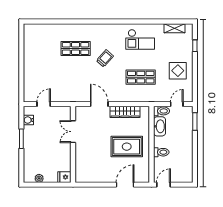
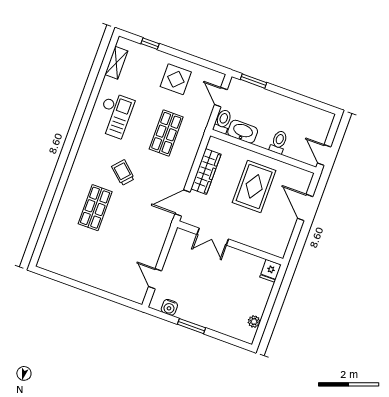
double door: (73, 132) -> (213, 237), moved
wall: (73, 144) -> (230, 243), moved
fridge: (64, 177) -> (270, 271), moved

